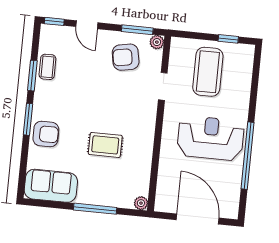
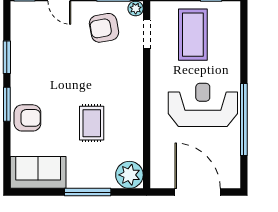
coffee table: (47, 67) -> (22, 46), removed
doorway: (163, 86) -> (147, 34), moved
rug: (105, 145) -> (92, 123), turned 90
plant: (141, 203) -> (129, 175), width x1.88, depth x1.88

